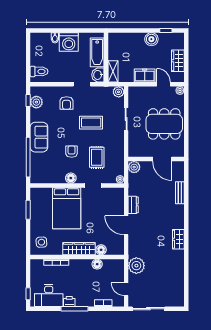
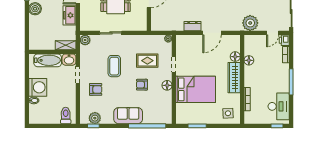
plant: (134, 167) -> (157, 25), removed
printer: (69, 301) -> (284, 40), moved

